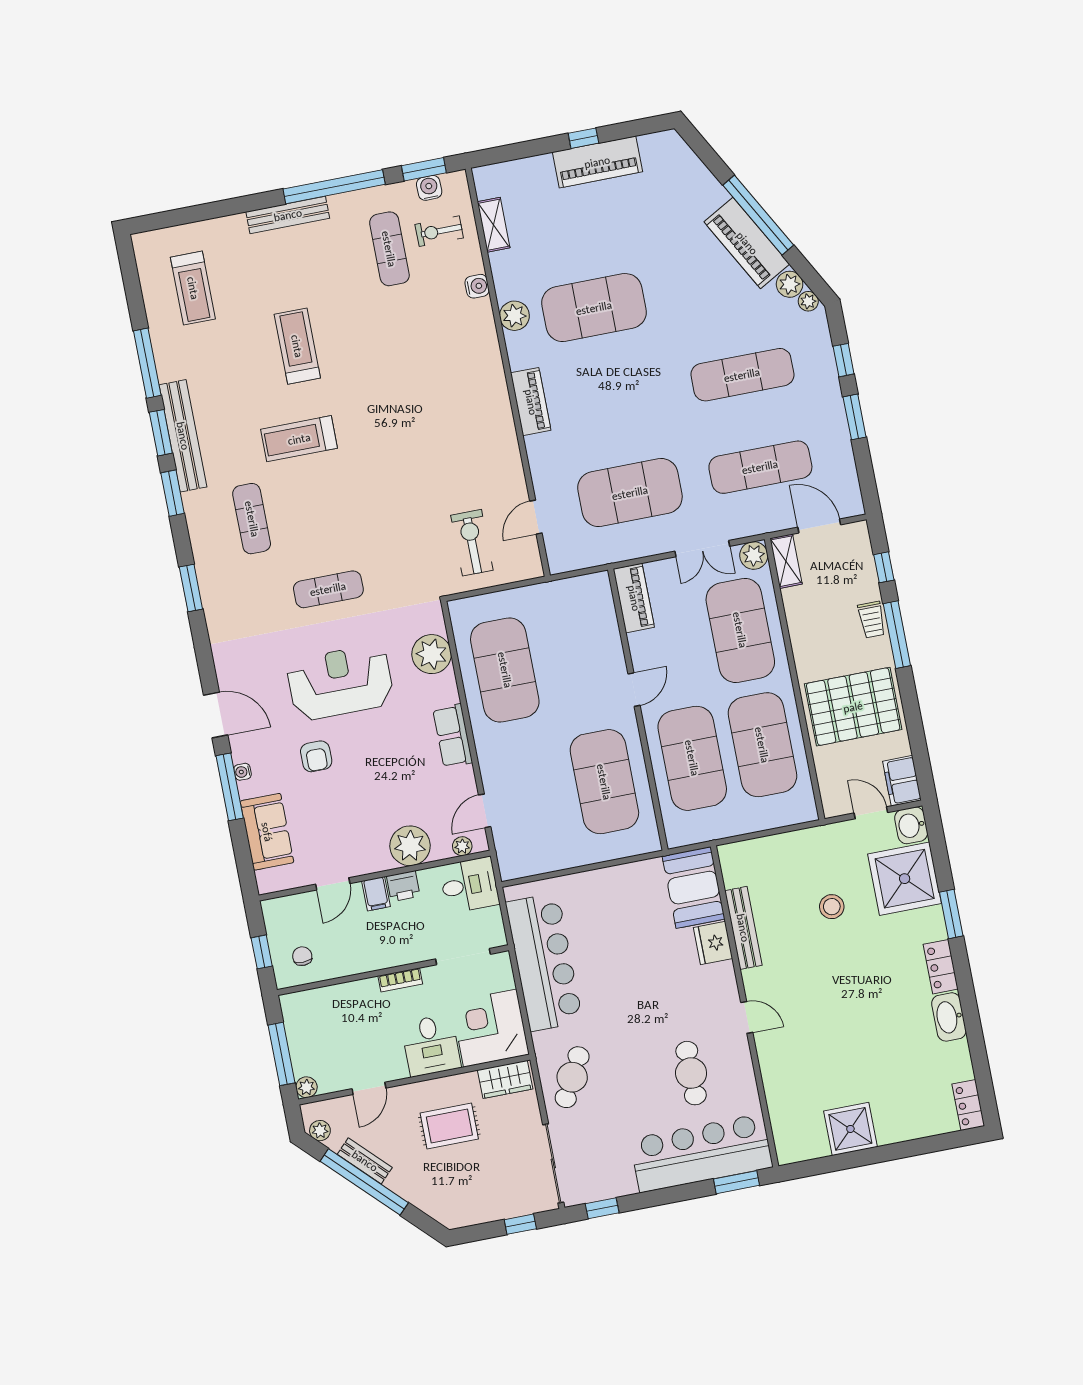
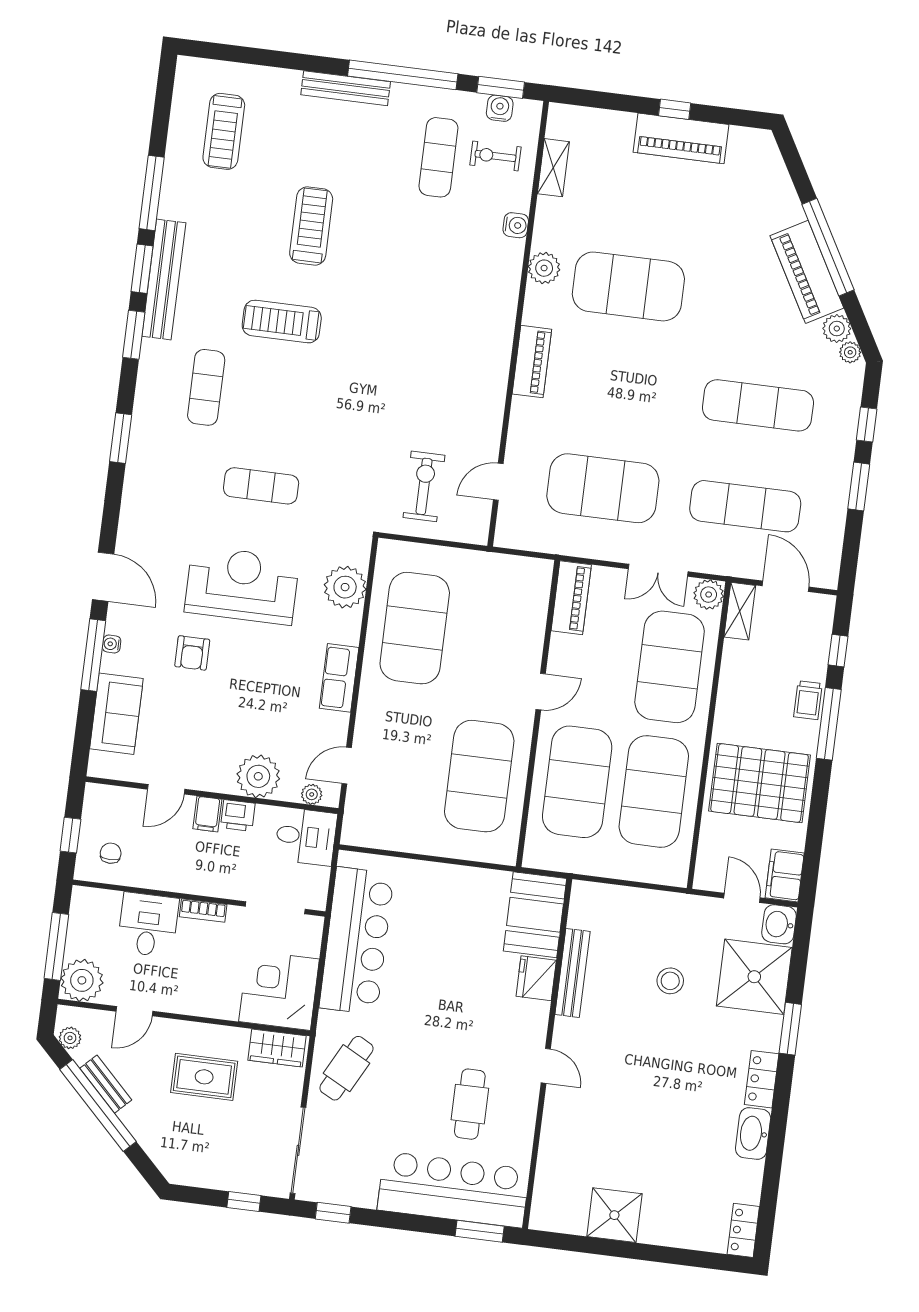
desk: (431, 1045) -> (148, 925), moved, turned 180
plant: (306, 1087) -> (82, 980), width x1.87, depth x1.87

